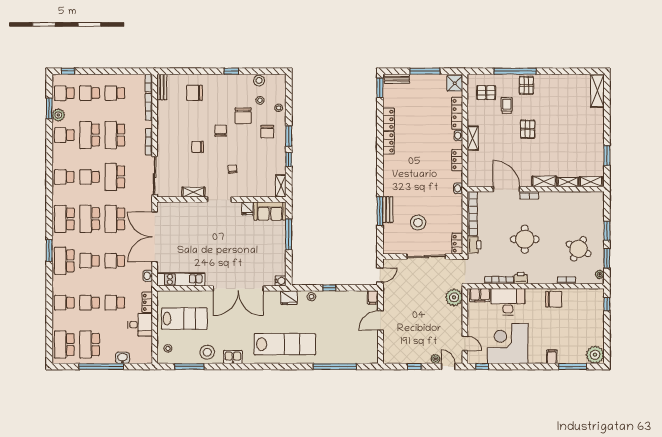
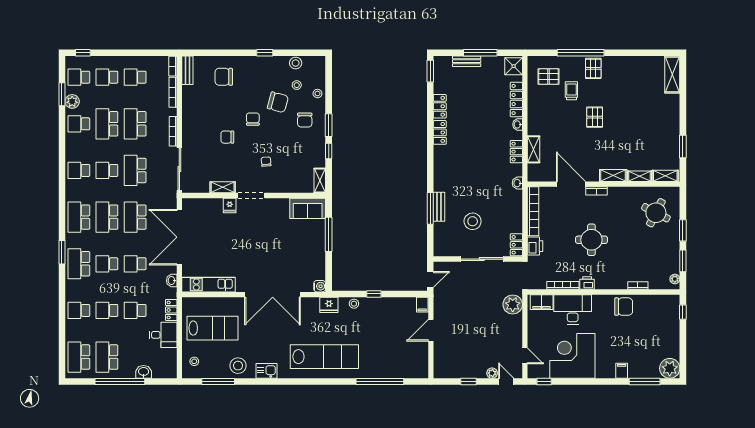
bench: (397, 79) -> (467, 61), moved
chair: (243, 116) -> (278, 102), turned -75
shelving: (473, 138) -> (533, 149), moved
fridge: (247, 208) -> (230, 205), moved
round table: (579, 249) -> (656, 213), moved

